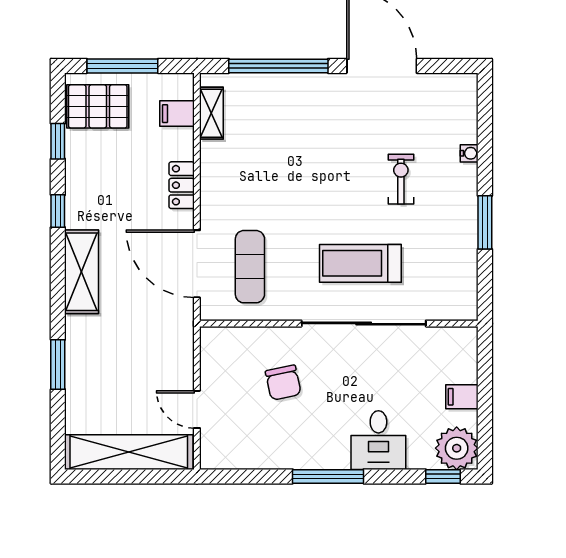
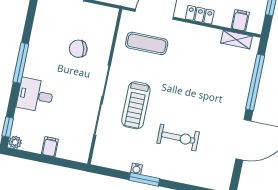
water cooler: (469, 153) -> (137, 169), moved
exercise bike: (401, 179) -> (178, 138), width x1.38, depth x1.39
treadmill: (360, 263) -> (136, 105), turned 180
plant: (457, 448) -> (15, 142), width x0.53, depth x0.53

